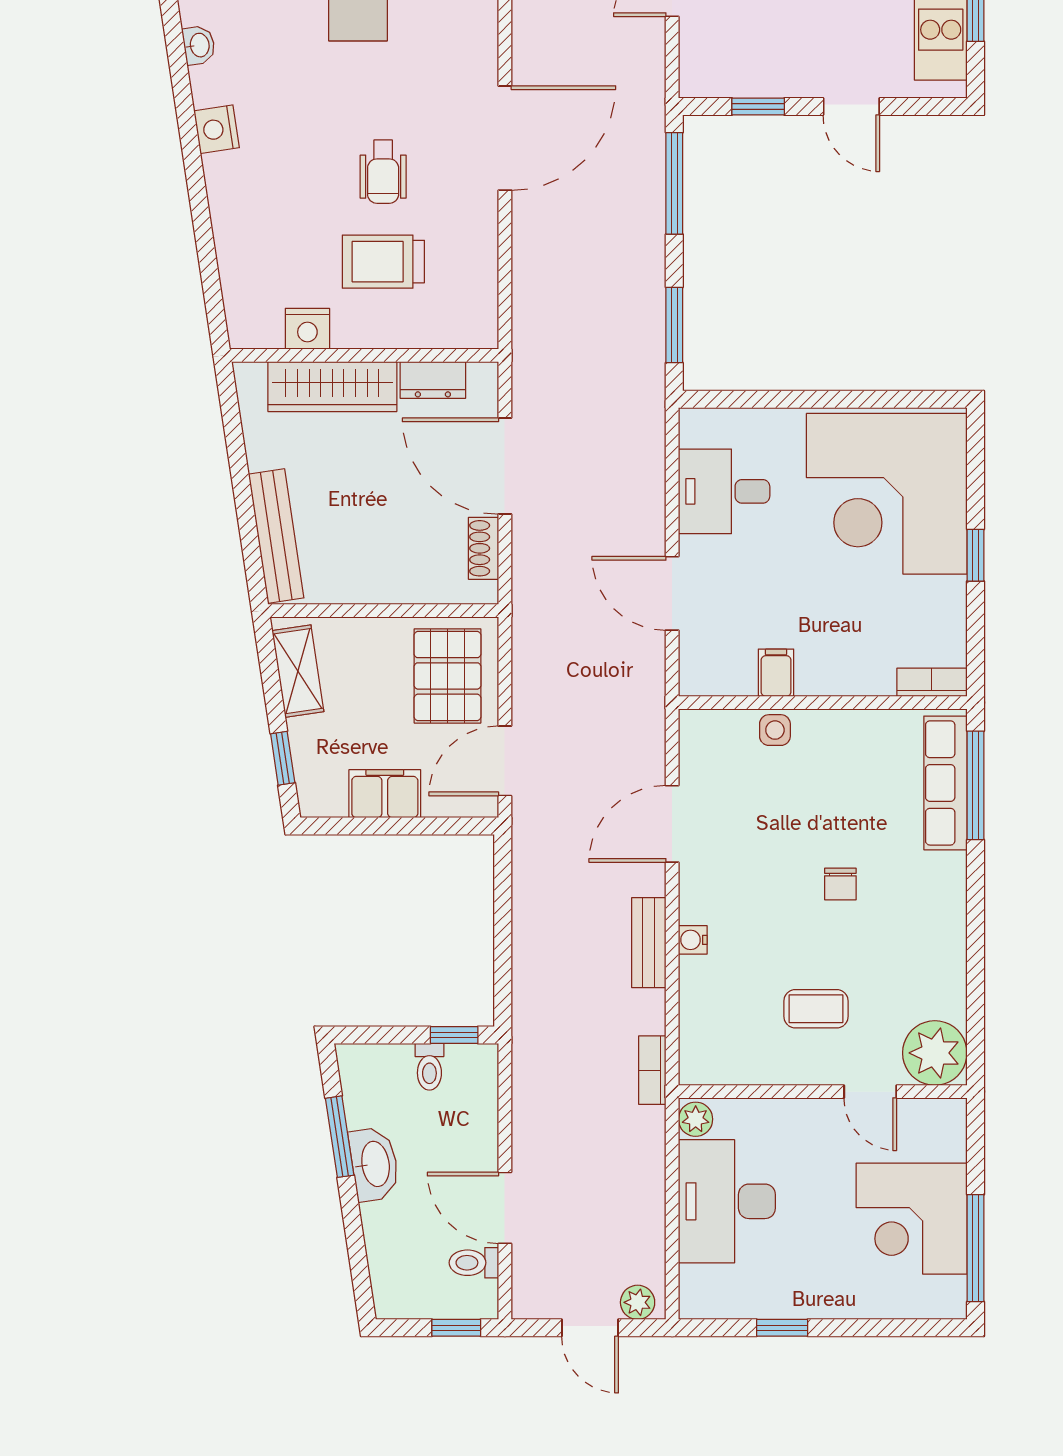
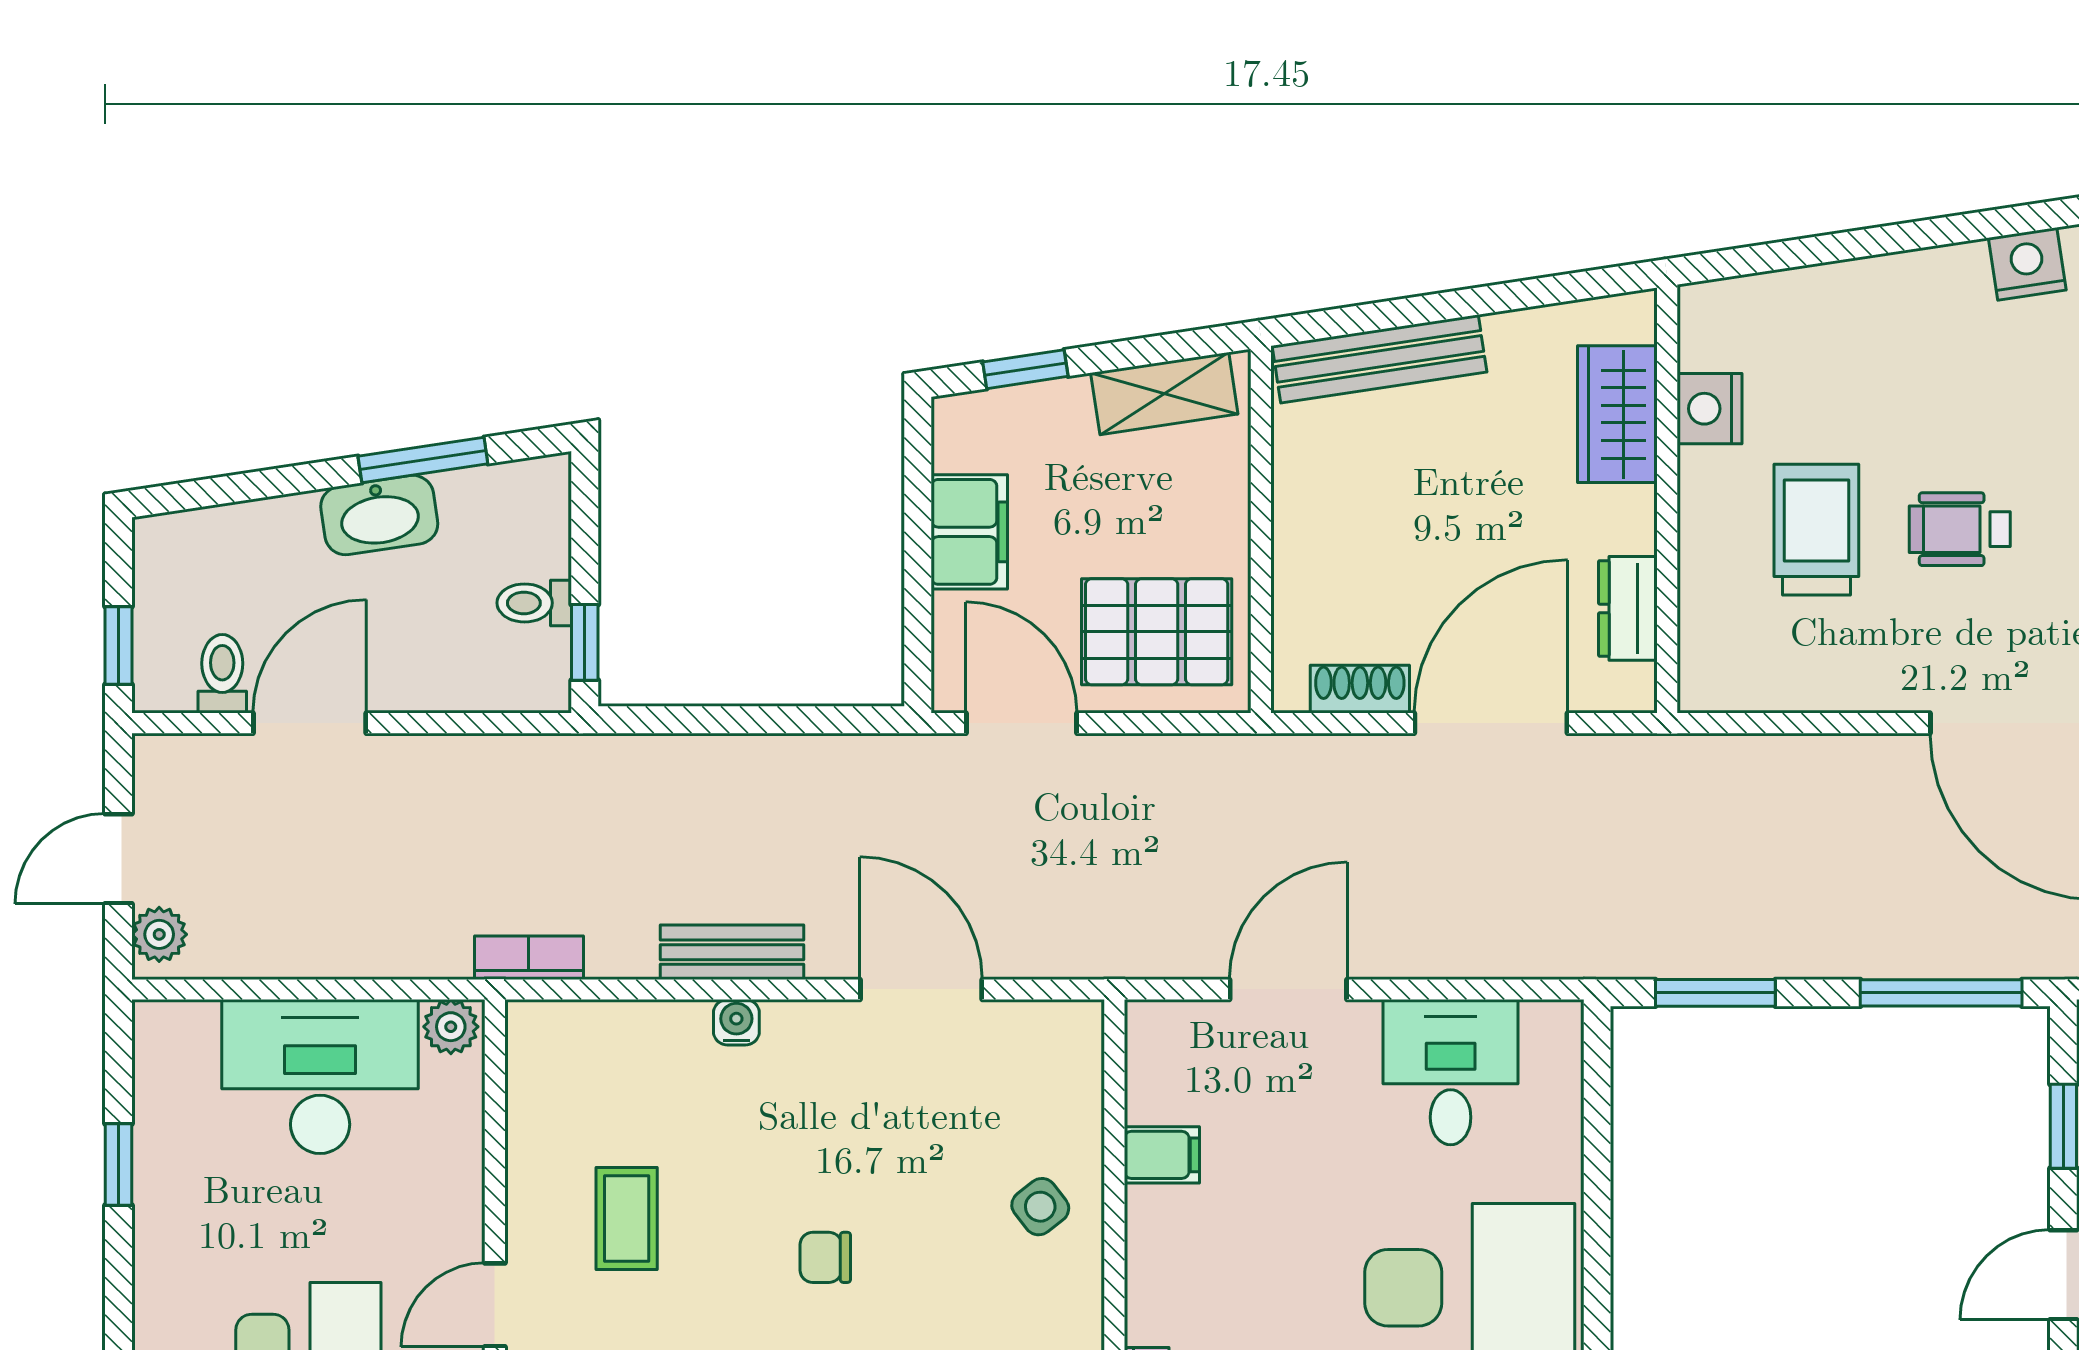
wardrobe: (332, 387) -> (1617, 414), width x0.67
side table: (775, 730) -> (1040, 1207), moved, turned -38

